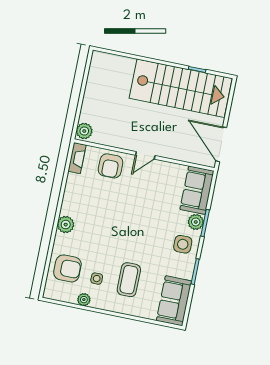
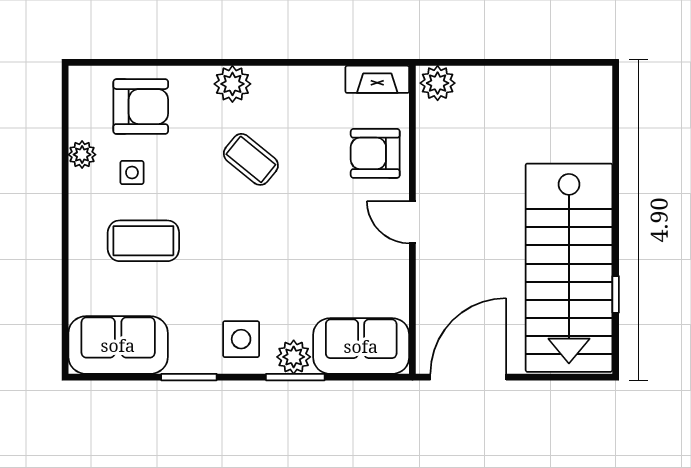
coffee table: (102, 223) -> (251, 159), added
armchair: (67, 268) -> (141, 107), turned -90

